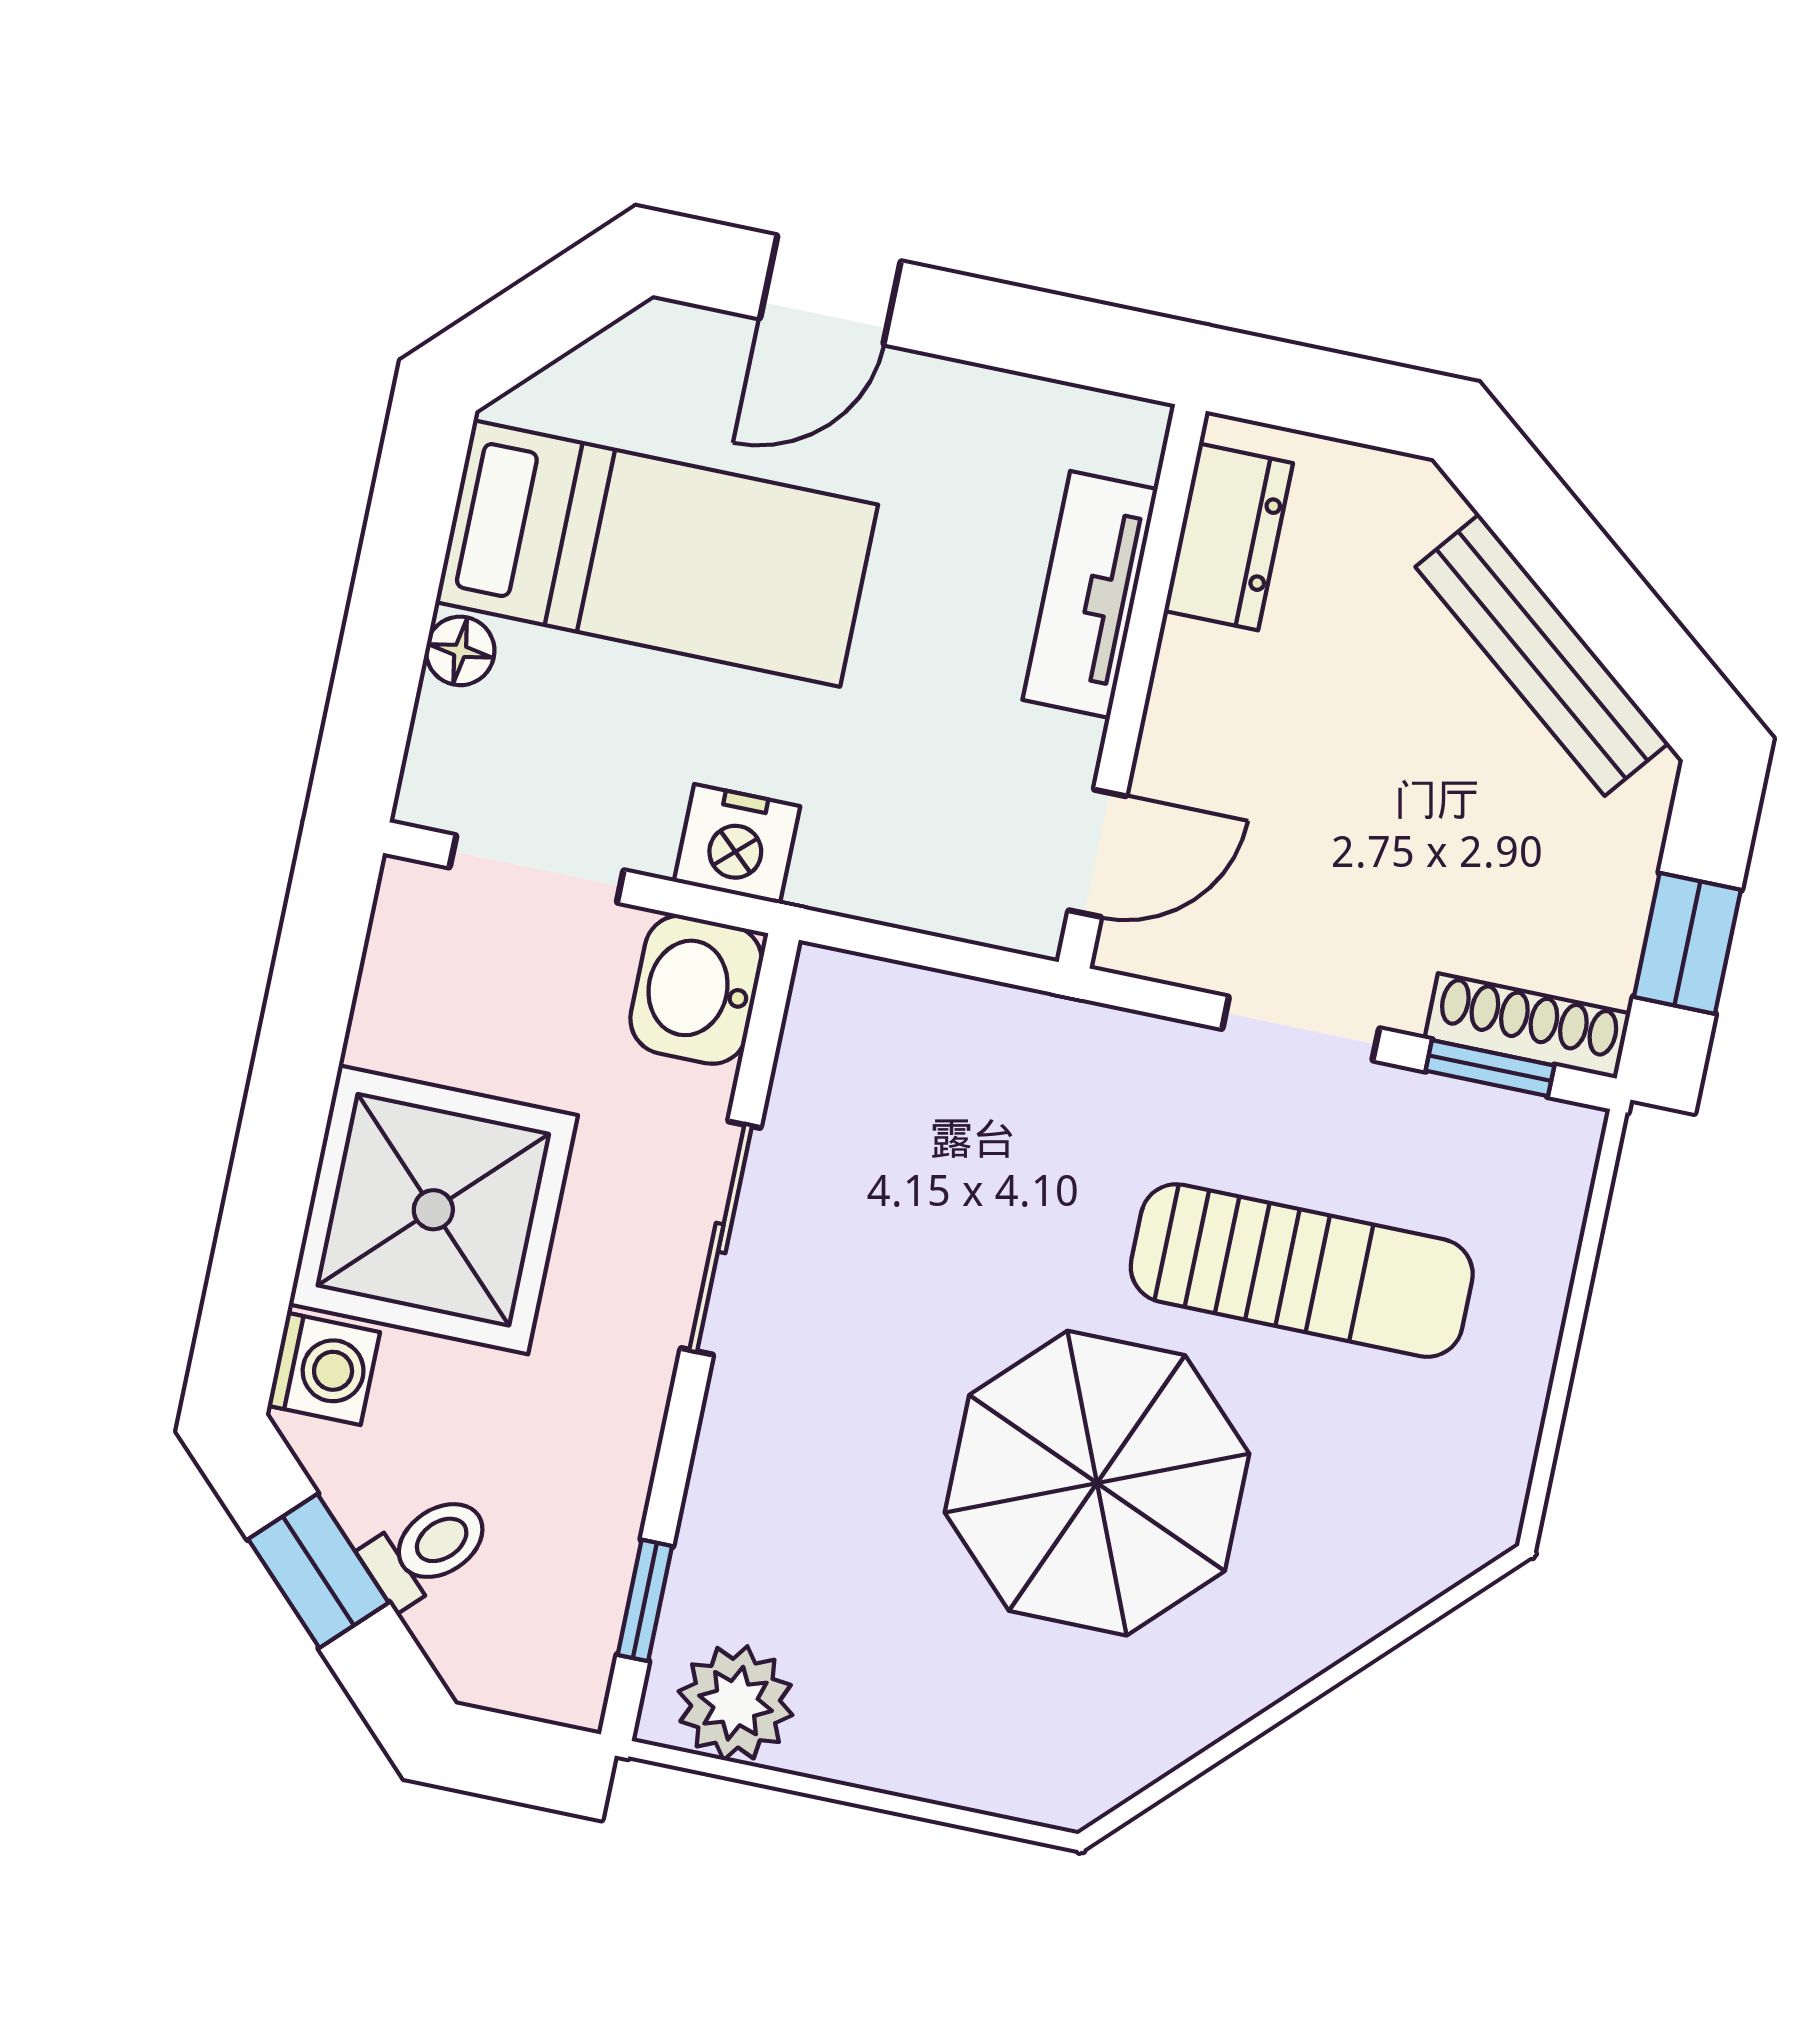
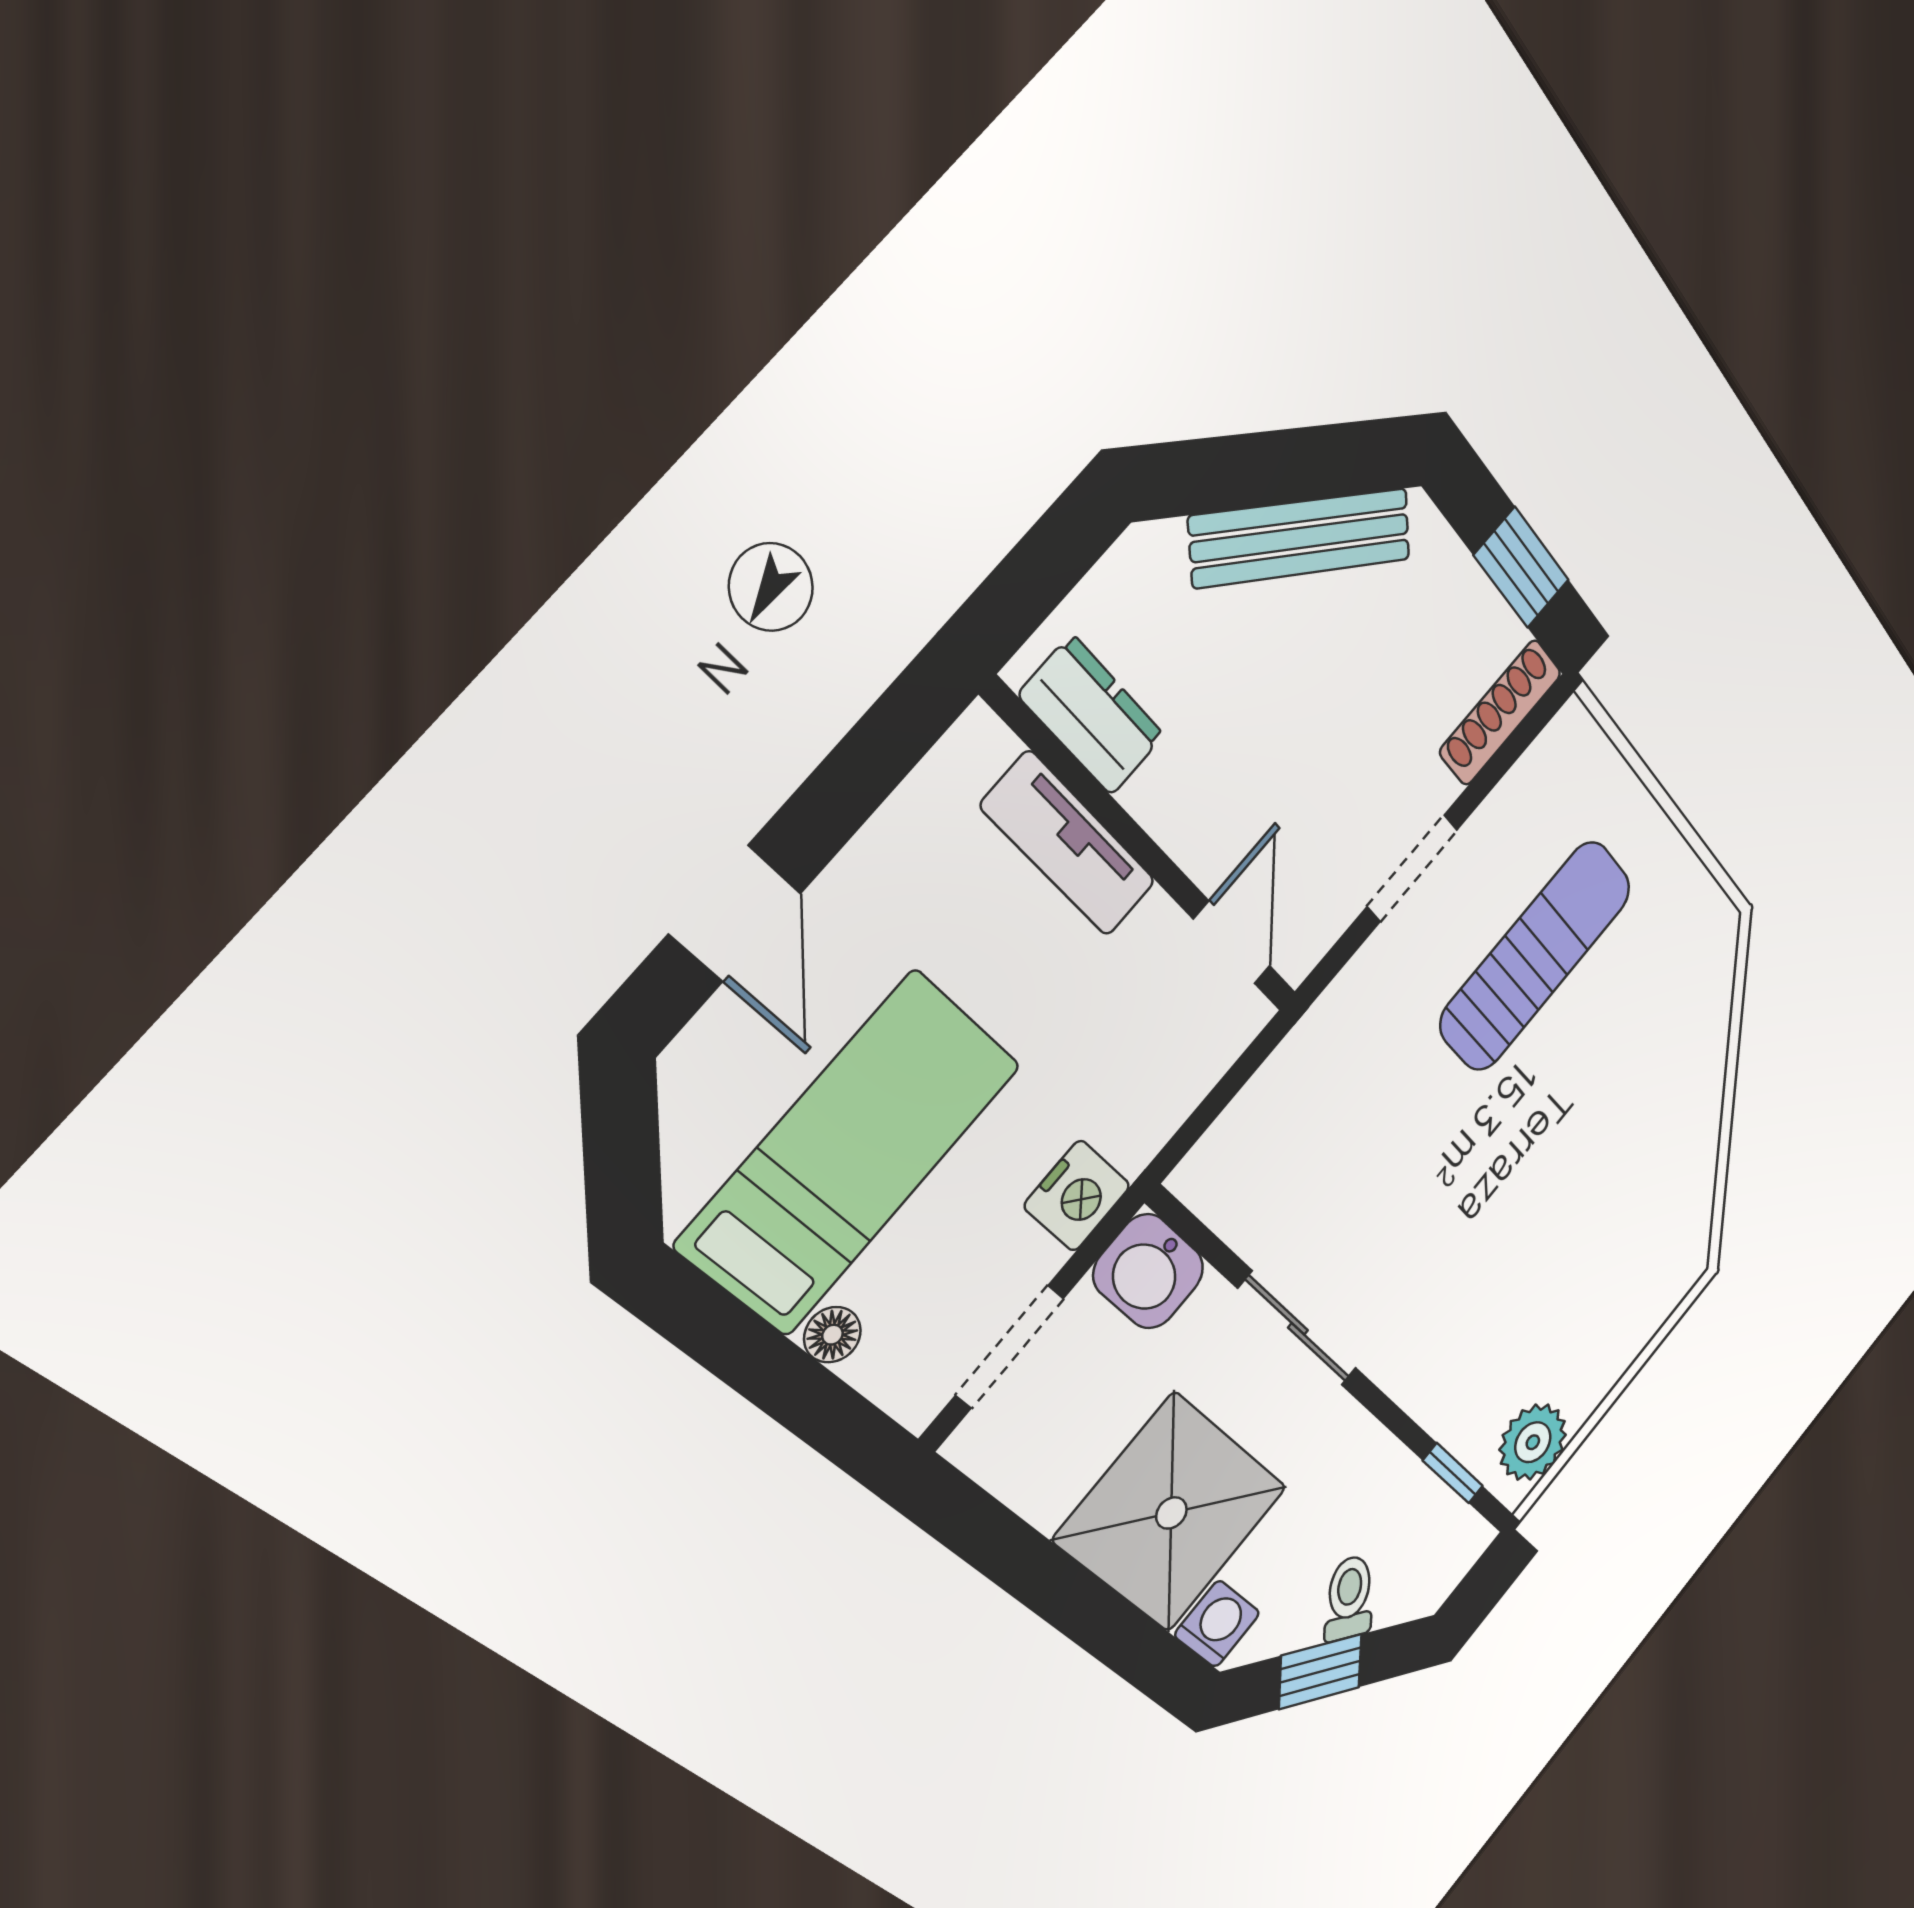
window: (1490, 1068) -> (1507, 755), removed
parasol: (1097, 1483) -> (1561, 1157), removed

